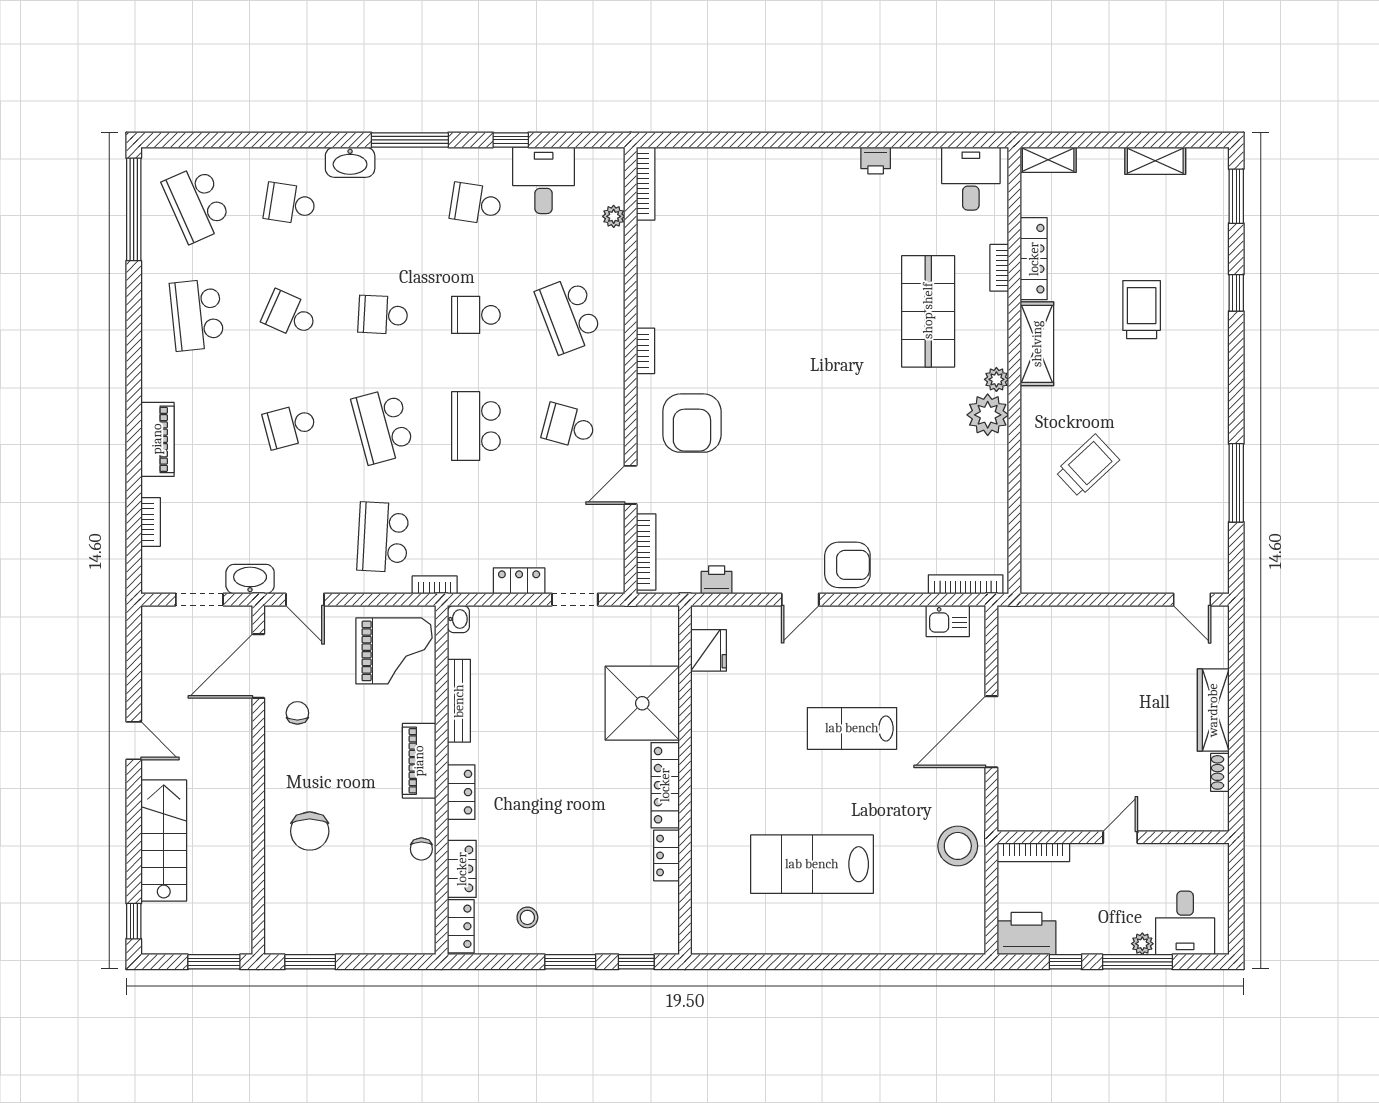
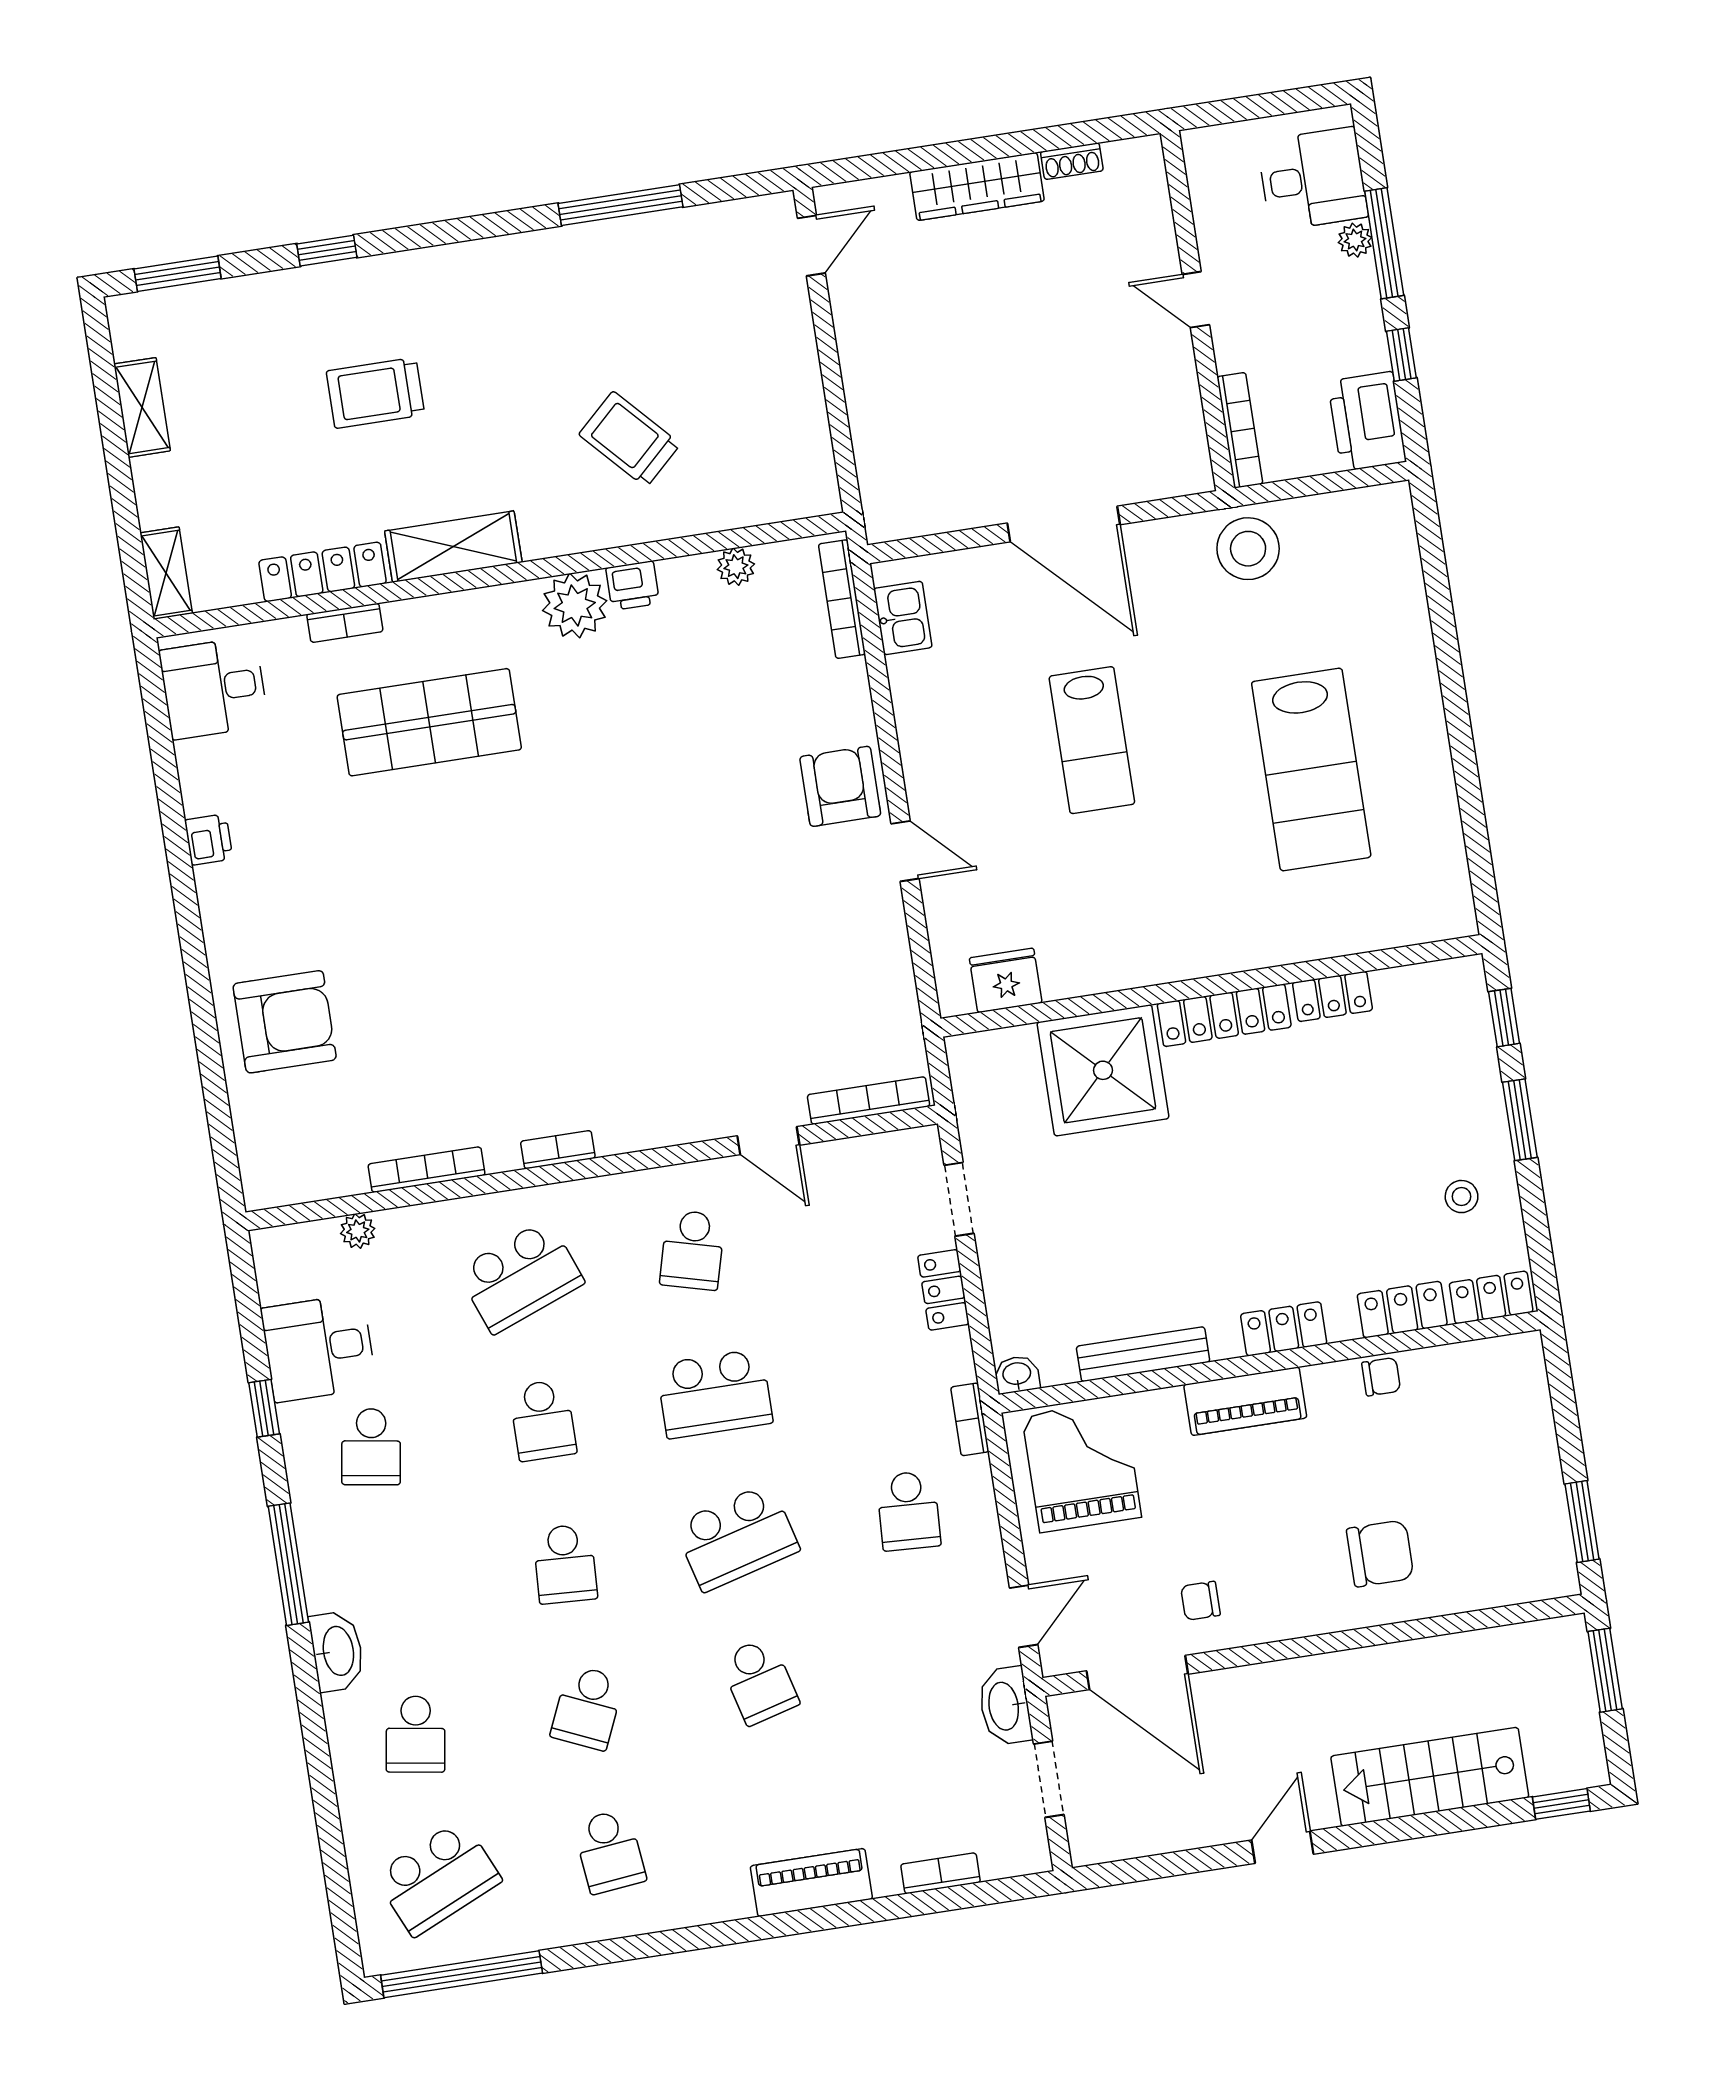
bookcase: (646, 184) -> (427, 1170), moved
school desk: (197, 315) -> (610, 1851), width x0.54
plant: (996, 379) -> (736, 567), moved
armchair: (692, 423) -> (285, 1022), moved
school desk: (383, 537) -> (909, 1511), width x0.54
printer: (717, 580) -> (633, 586), moved, turned -90

